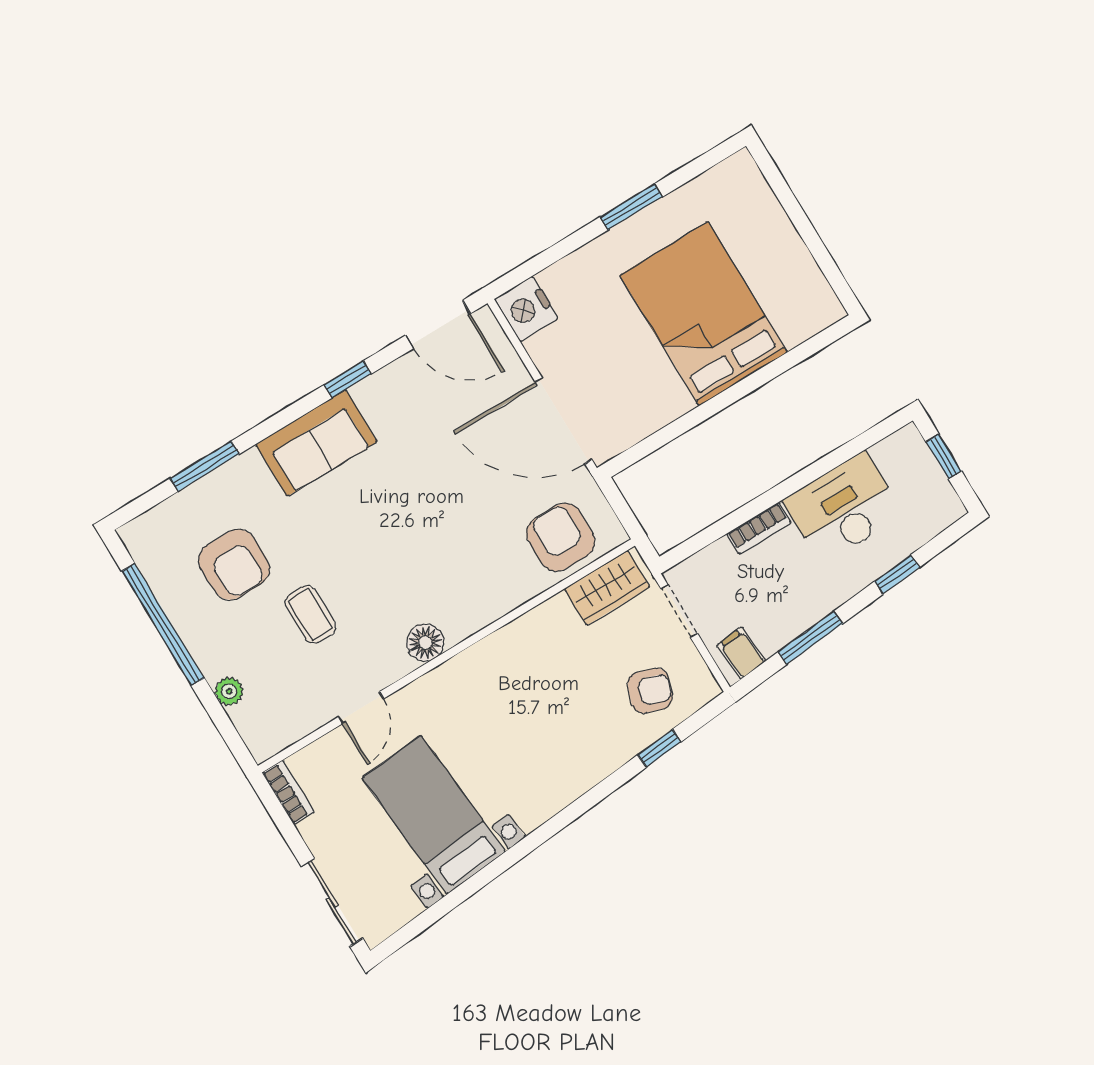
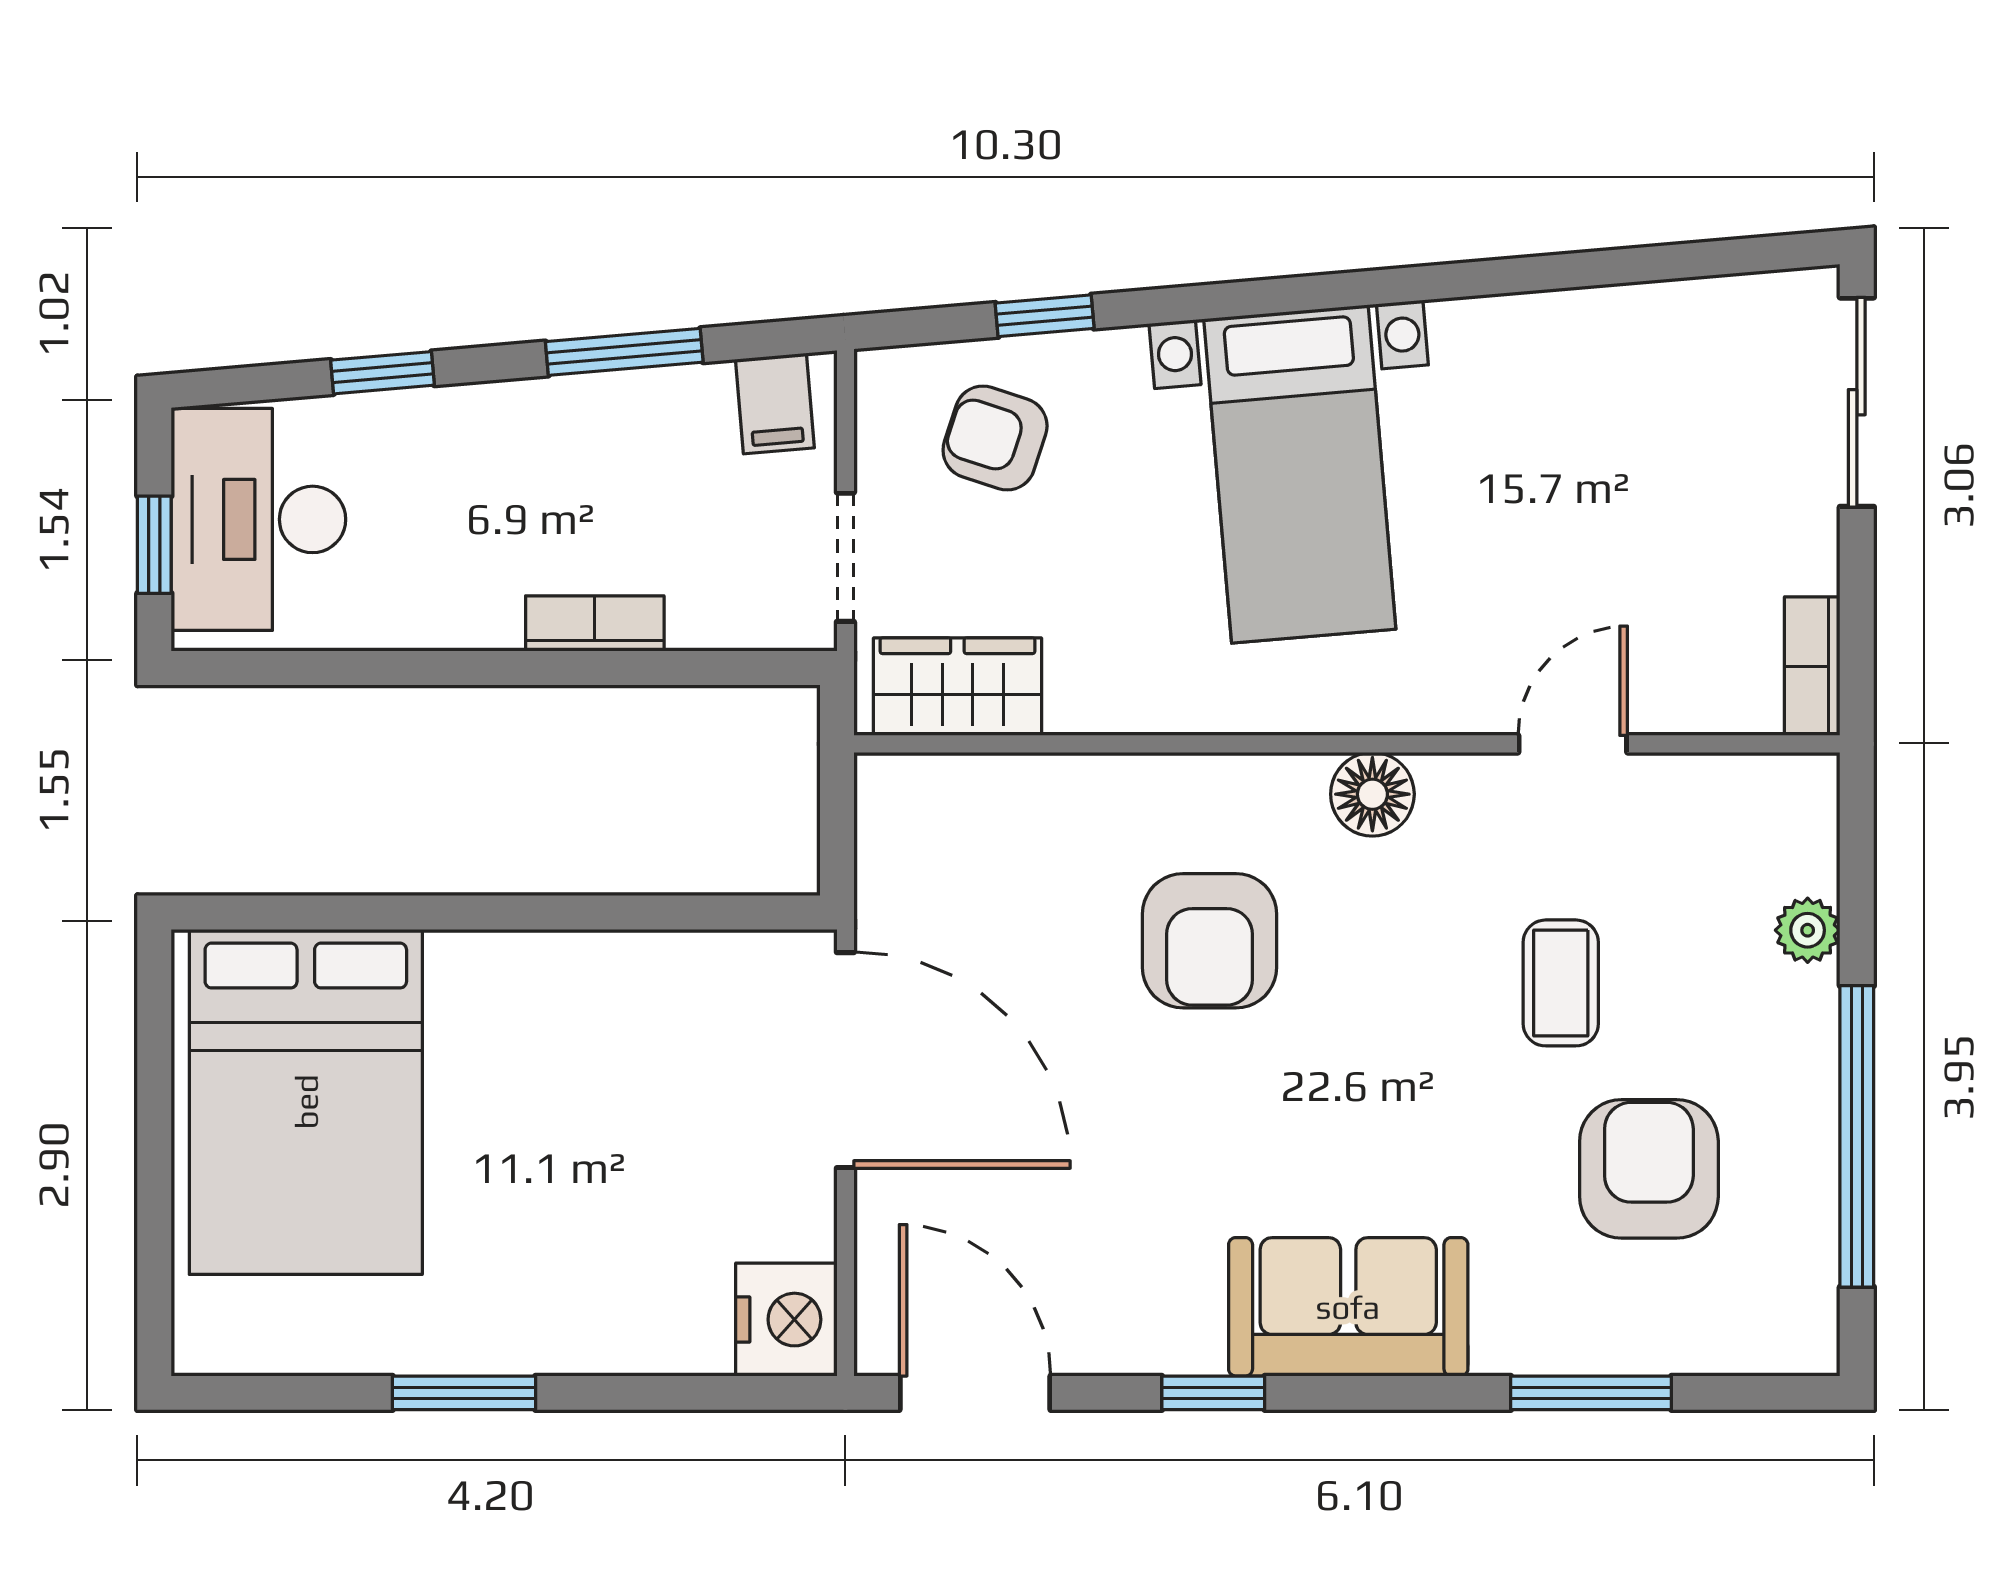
bed: (704, 314) -> (306, 1102), moved
desk: (843, 508) -> (258, 519), moved, turned 90
armchair: (561, 537) -> (1210, 941), moved
bed with nightstands: (434, 815) -> (1300, 474), moved

